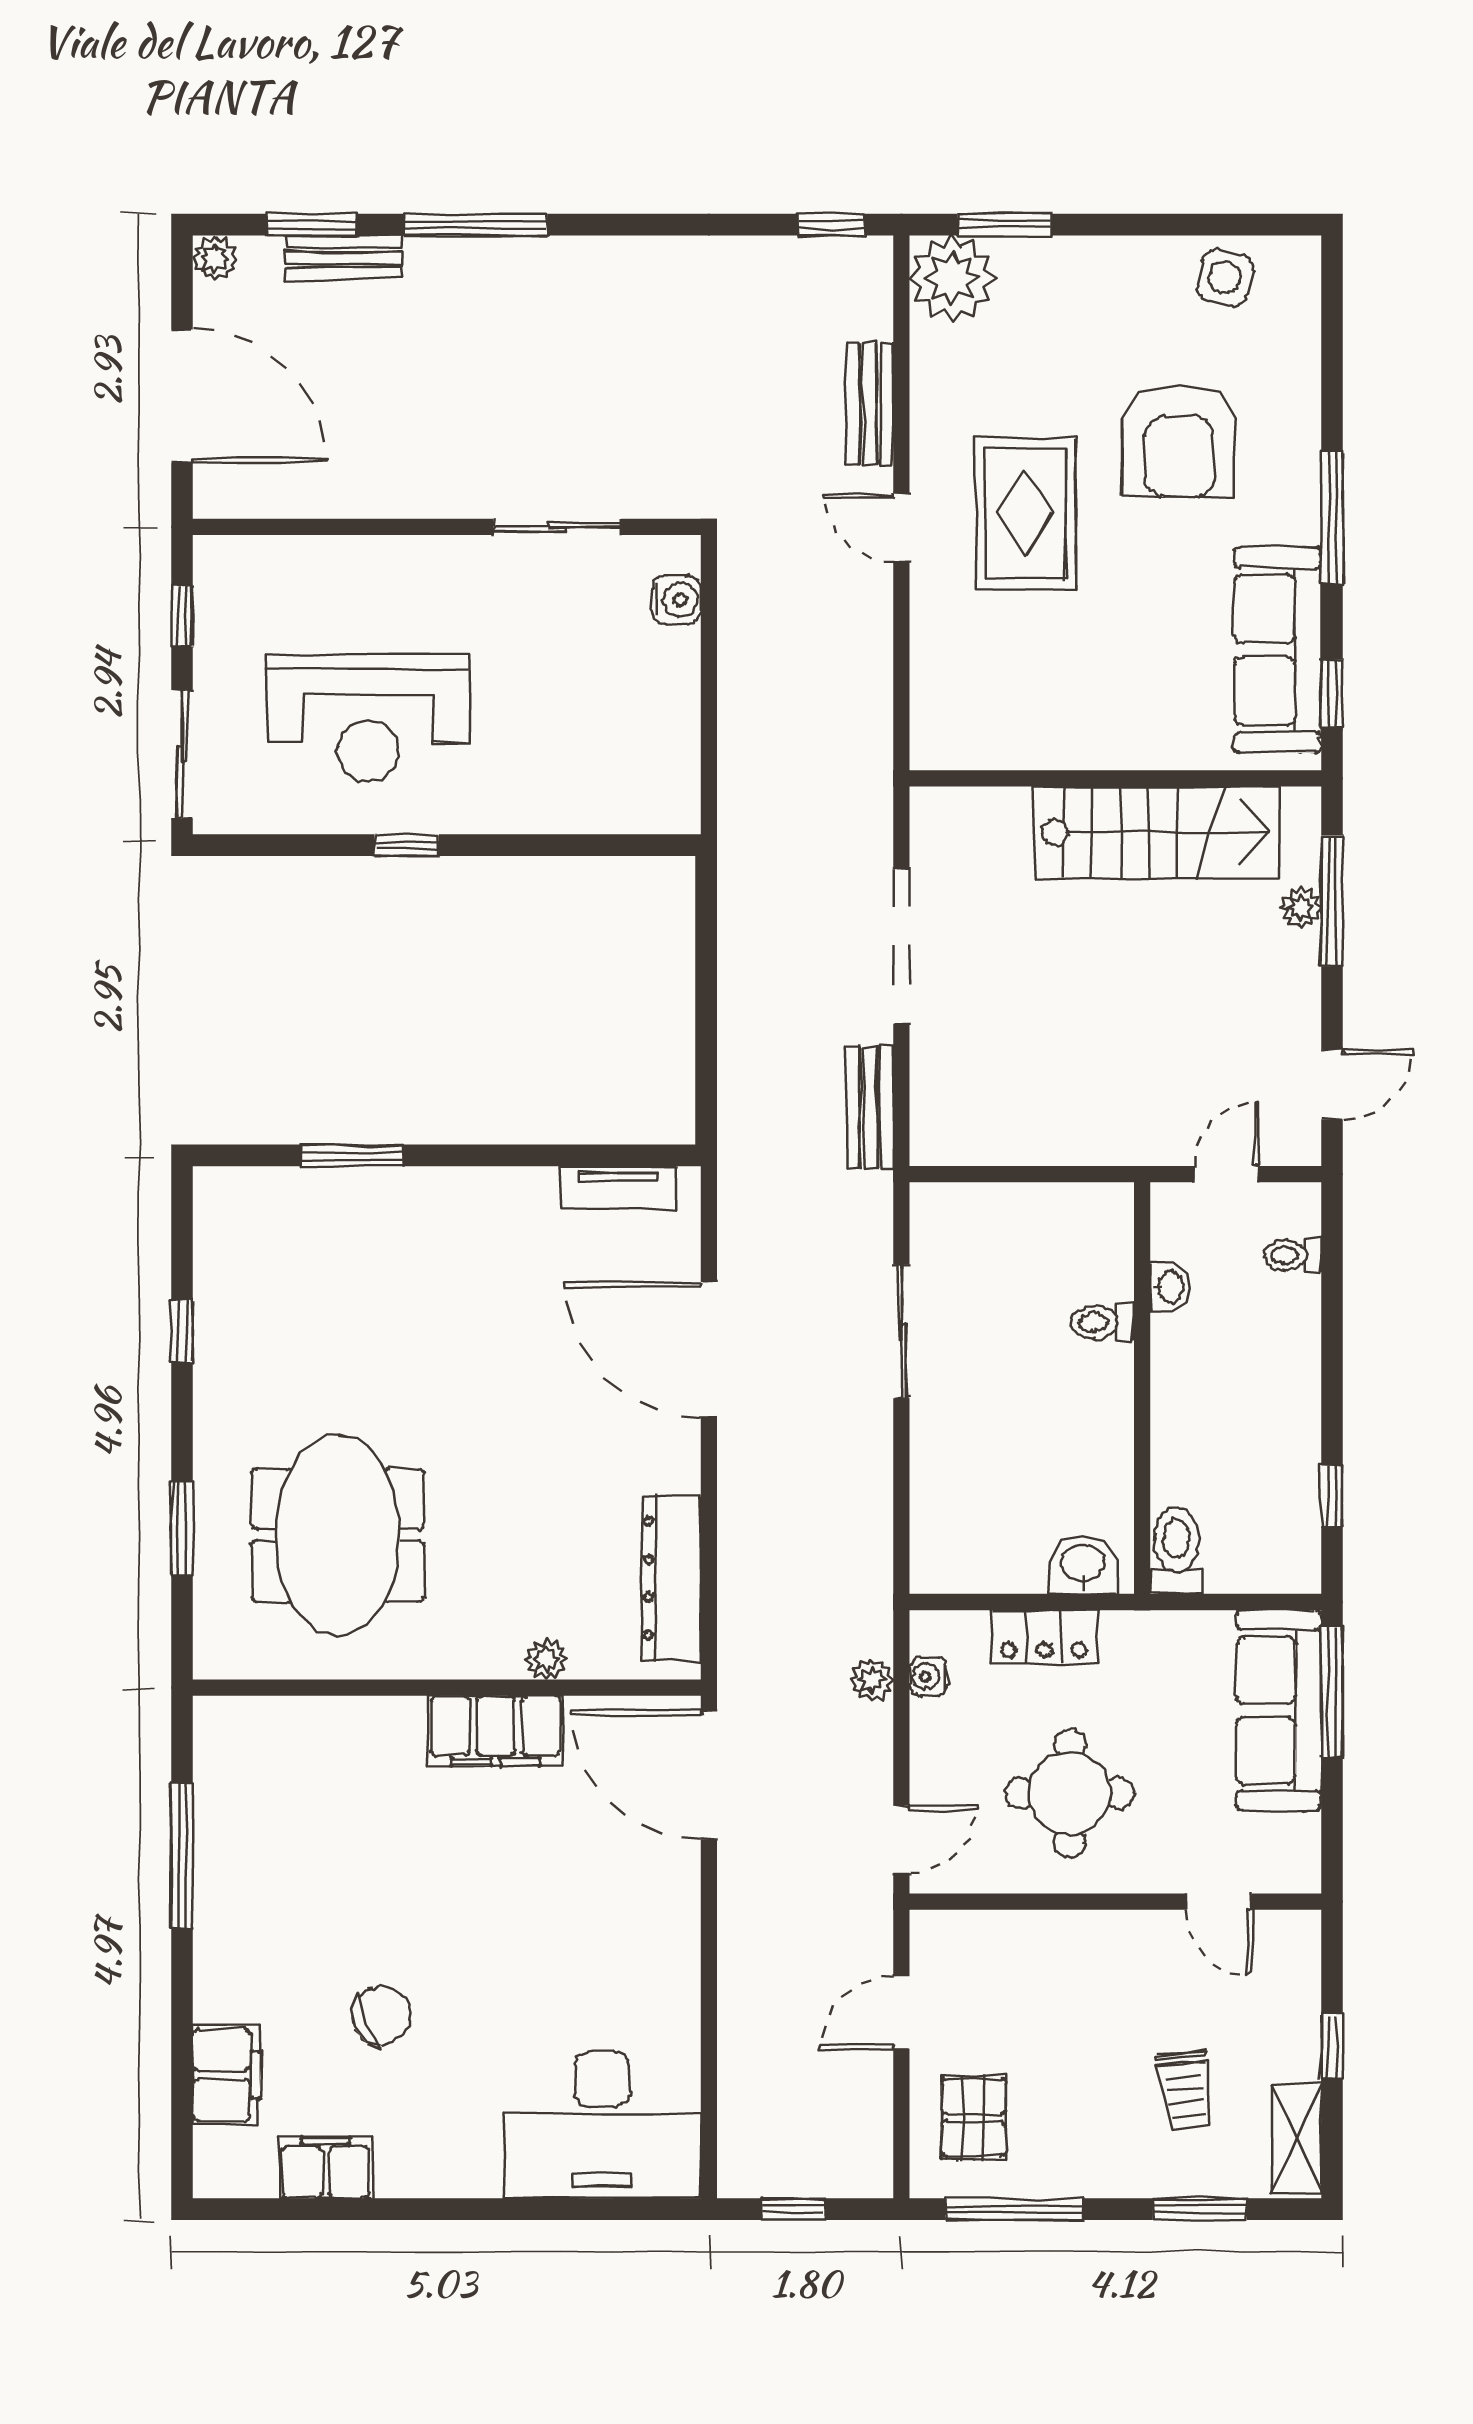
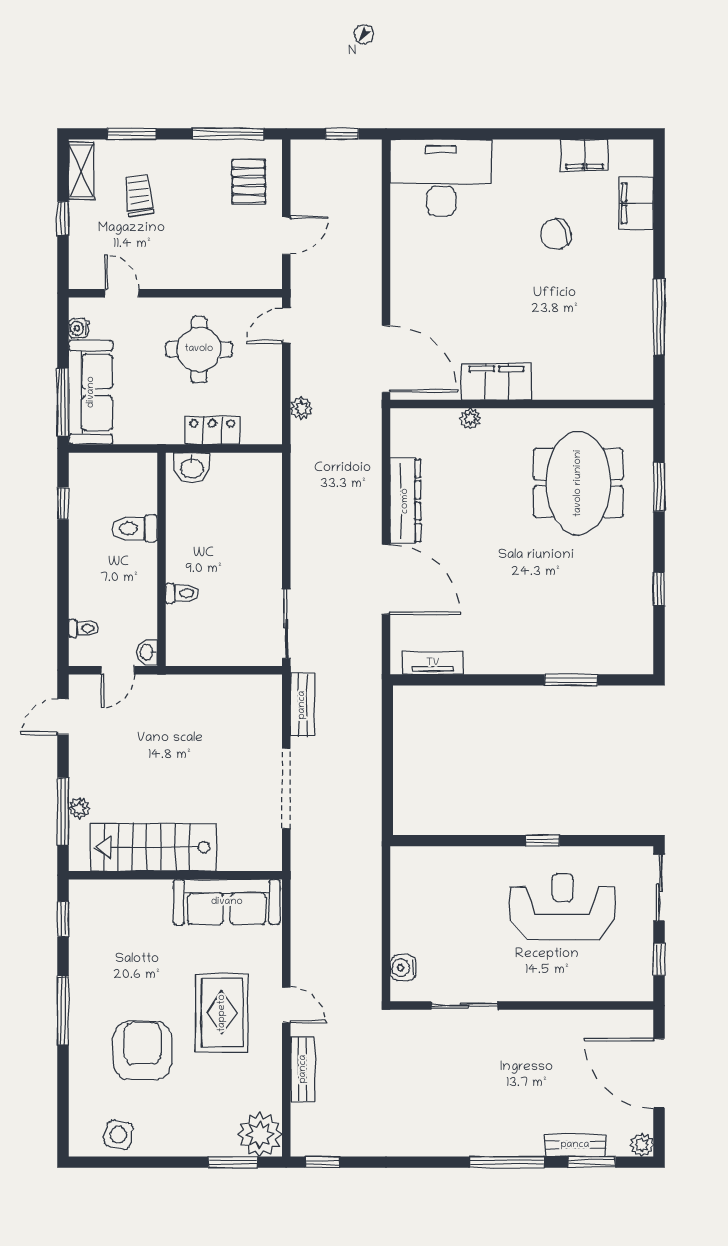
sofa: (1278, 650) -> (227, 902), moved, turned 90
washbasin: (1170, 1287) -> (147, 652), moved
sliding door: (901, 1332) -> (286, 624), moved
toilet: (1176, 1551) -> (135, 529), moved, turned 90
dresser: (671, 1578) -> (405, 501), moved
water cooler: (928, 1677) -> (78, 328), moved, turned 180

